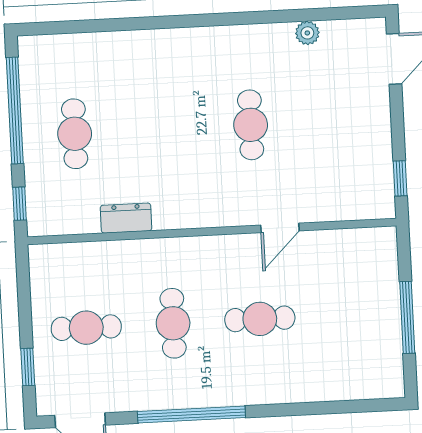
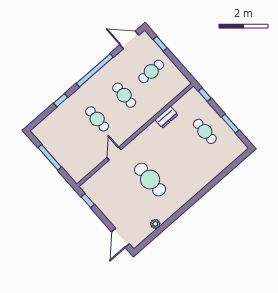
window: (15, 110) -> (230, 124), width x0.47
cafe table: (251, 125) -> (150, 180), width x1.37, depth x1.35
cafe table: (260, 319) -> (97, 119), turned 90
window: (301, 409) -> (61, 100), added

